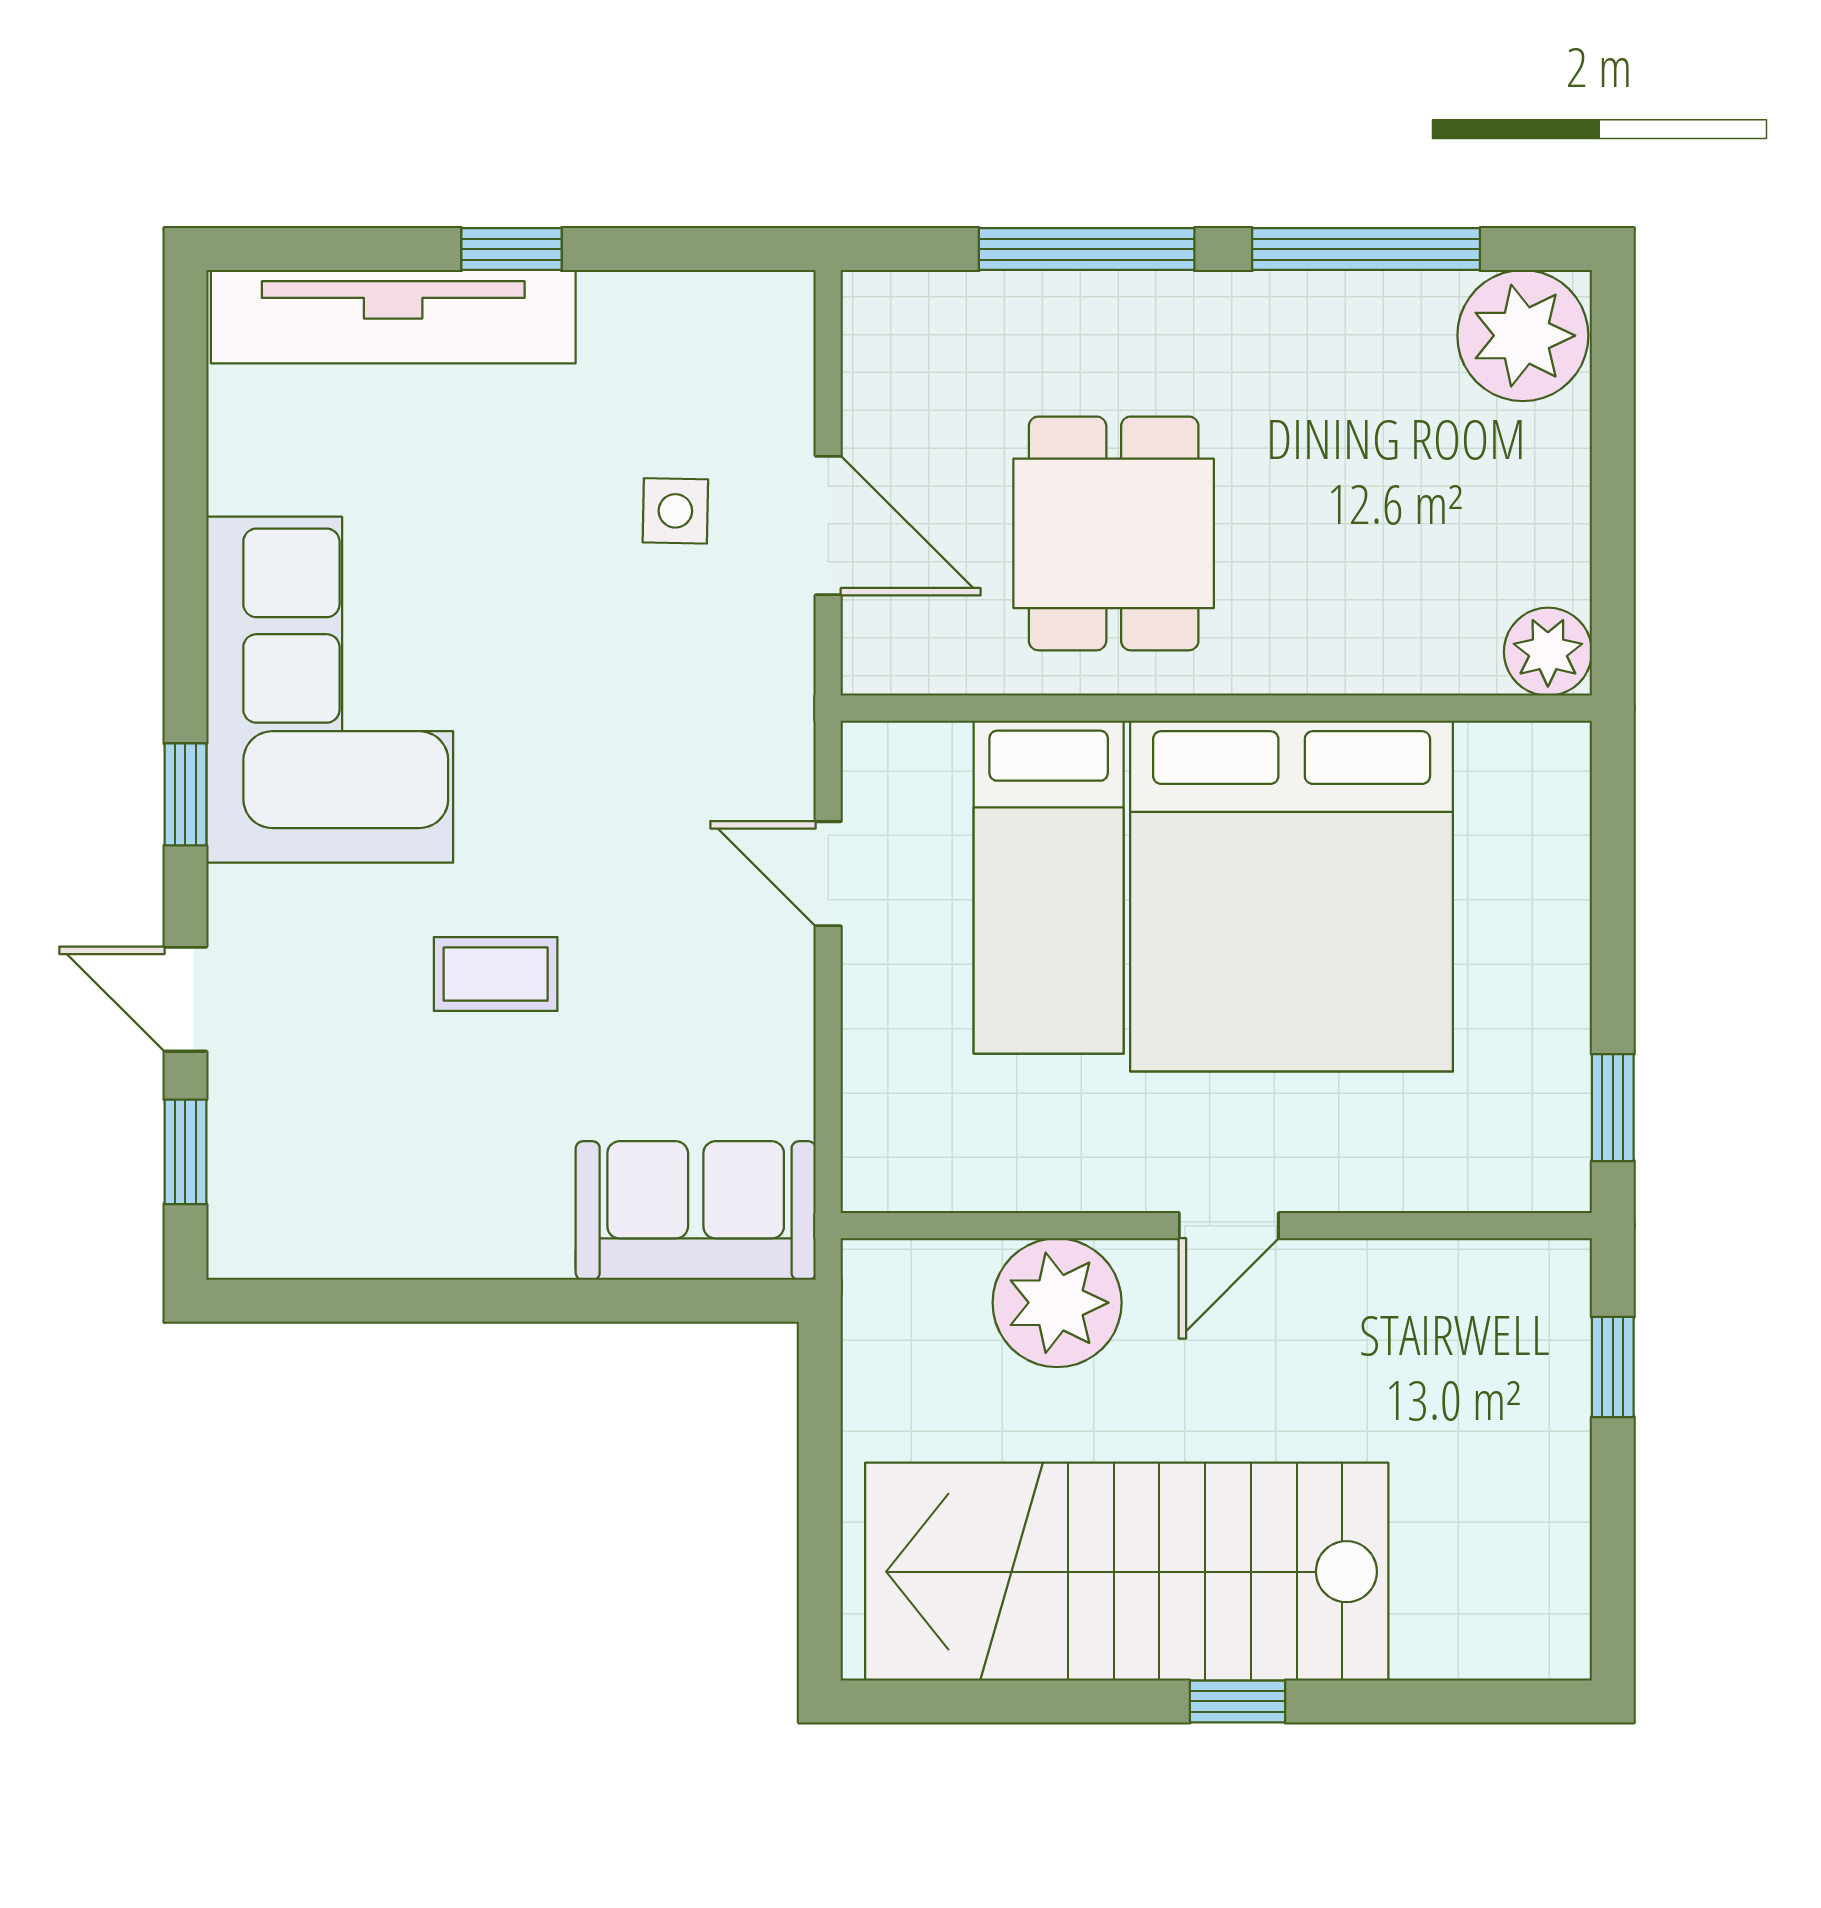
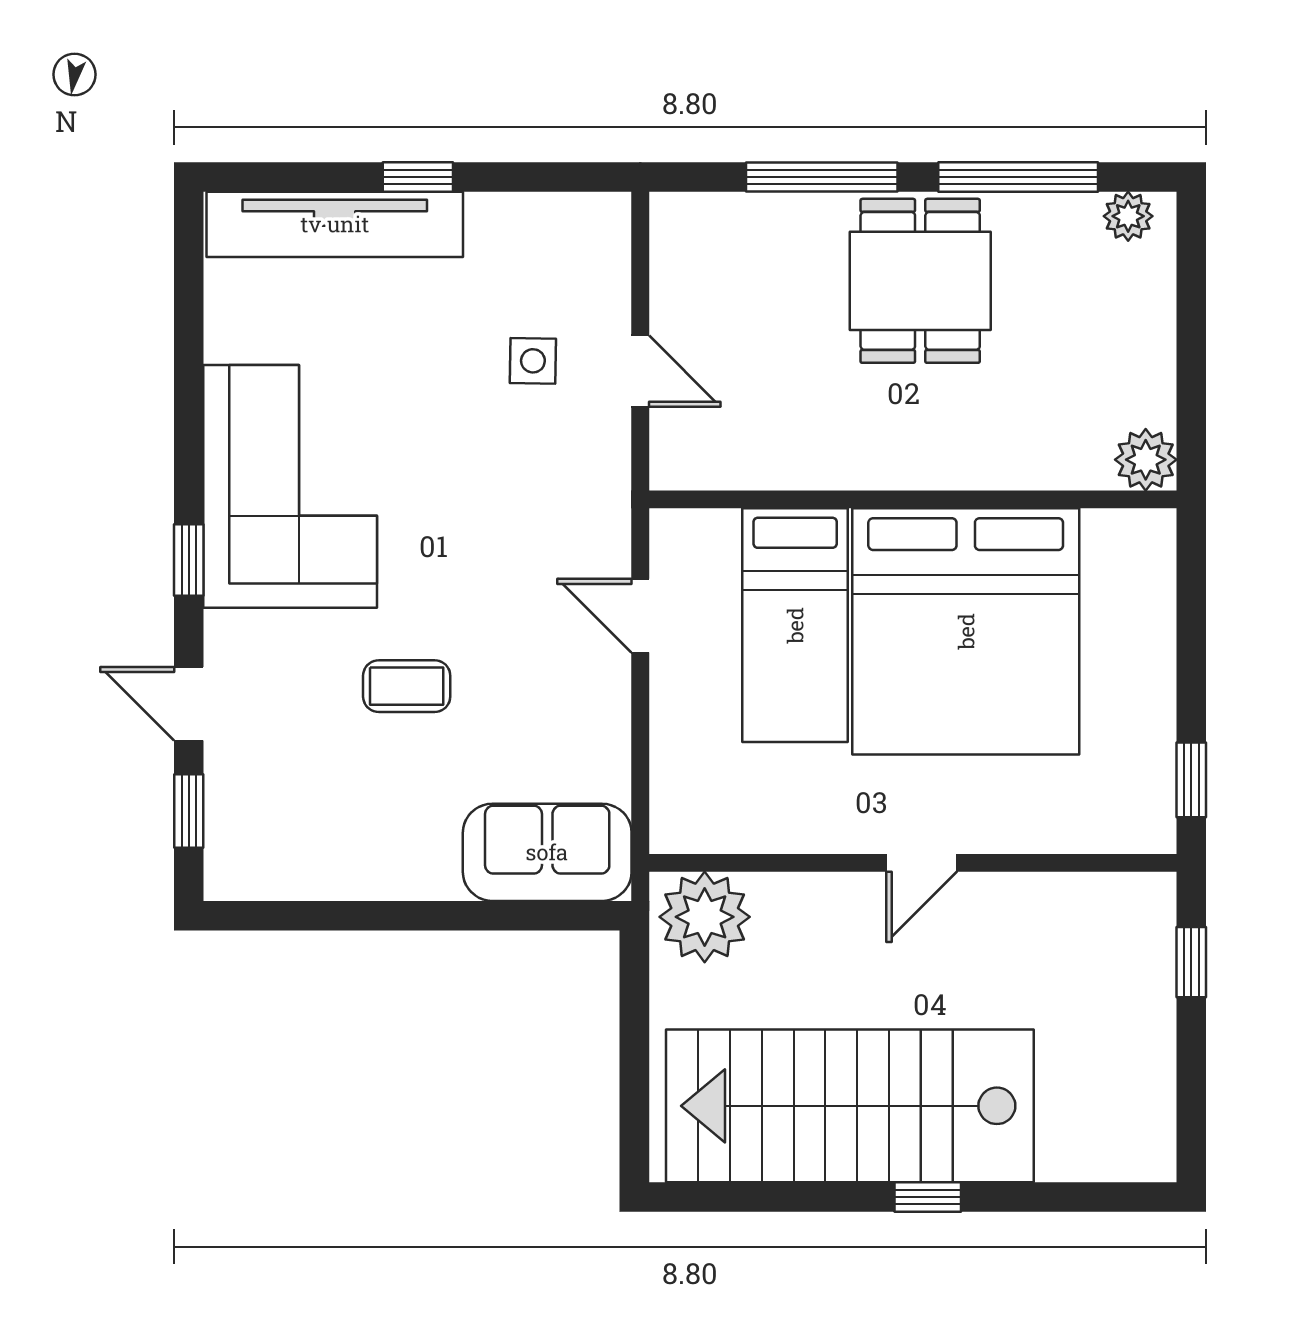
plant: (1523, 336) -> (1128, 216), width x0.53, depth x0.53
door: (828, 526) -> (640, 371), width x0.73
dining table: (1114, 533) -> (920, 281), moved
plant: (1057, 1303) -> (705, 917), moved

